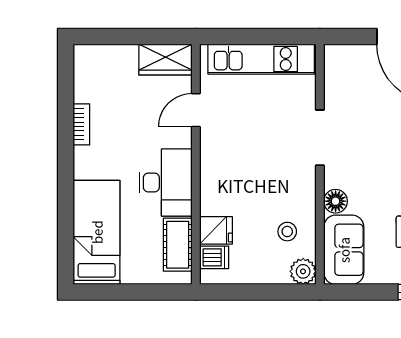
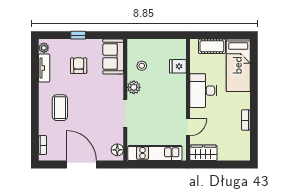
floor lamp: (336, 201) -> (117, 150), moved
cot: (178, 245) -> (212, 46), moved, turned 90
dishwasher: (214, 257) -> (179, 53), removed
plant: (303, 271) -> (134, 87), moved

